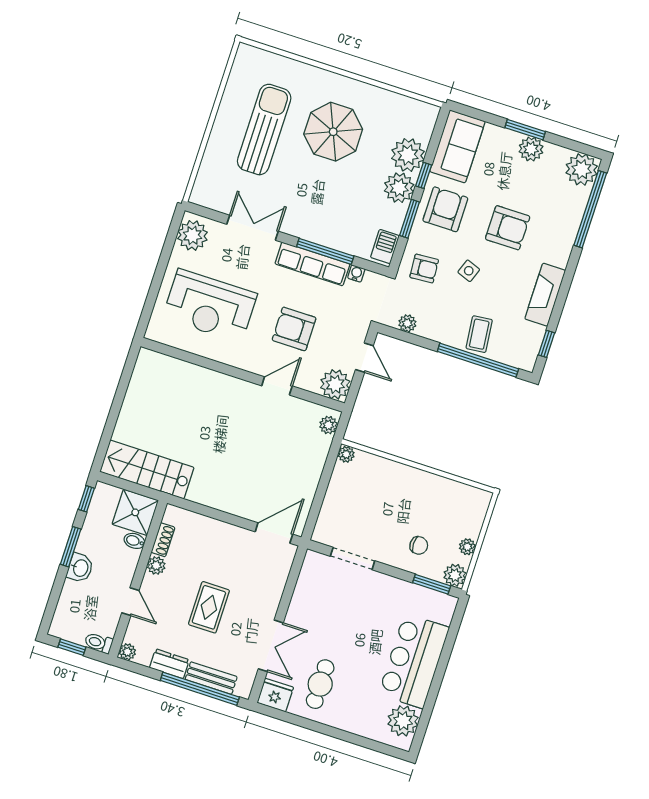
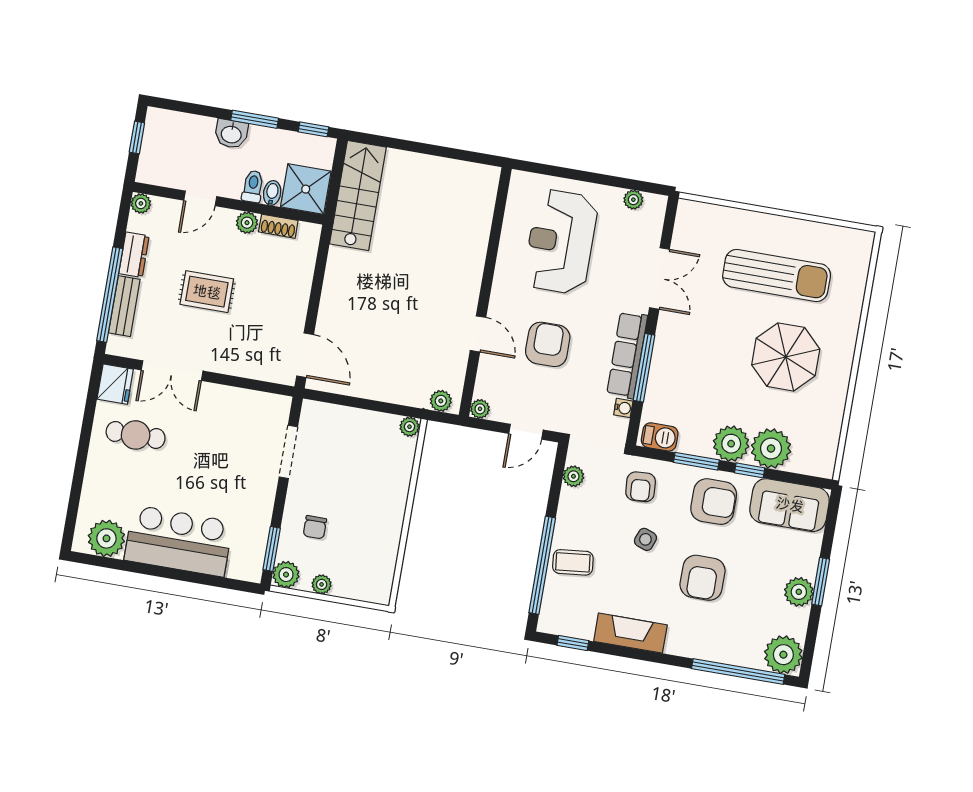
plant: (192, 235) -> (633, 200), width x0.53, depth x0.53
plant: (335, 384) -> (480, 409), width x0.53, depth x0.53
toilet: (99, 643) -> (253, 186), moved

